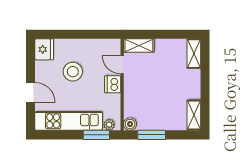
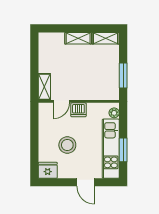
shelving: (194, 54) -> (78, 38), moved
door: (30, 92) -> (86, 182), swing flipped
boiler: (130, 124) -> (114, 95), removed
window: (96, 135) -> (123, 150), moved

